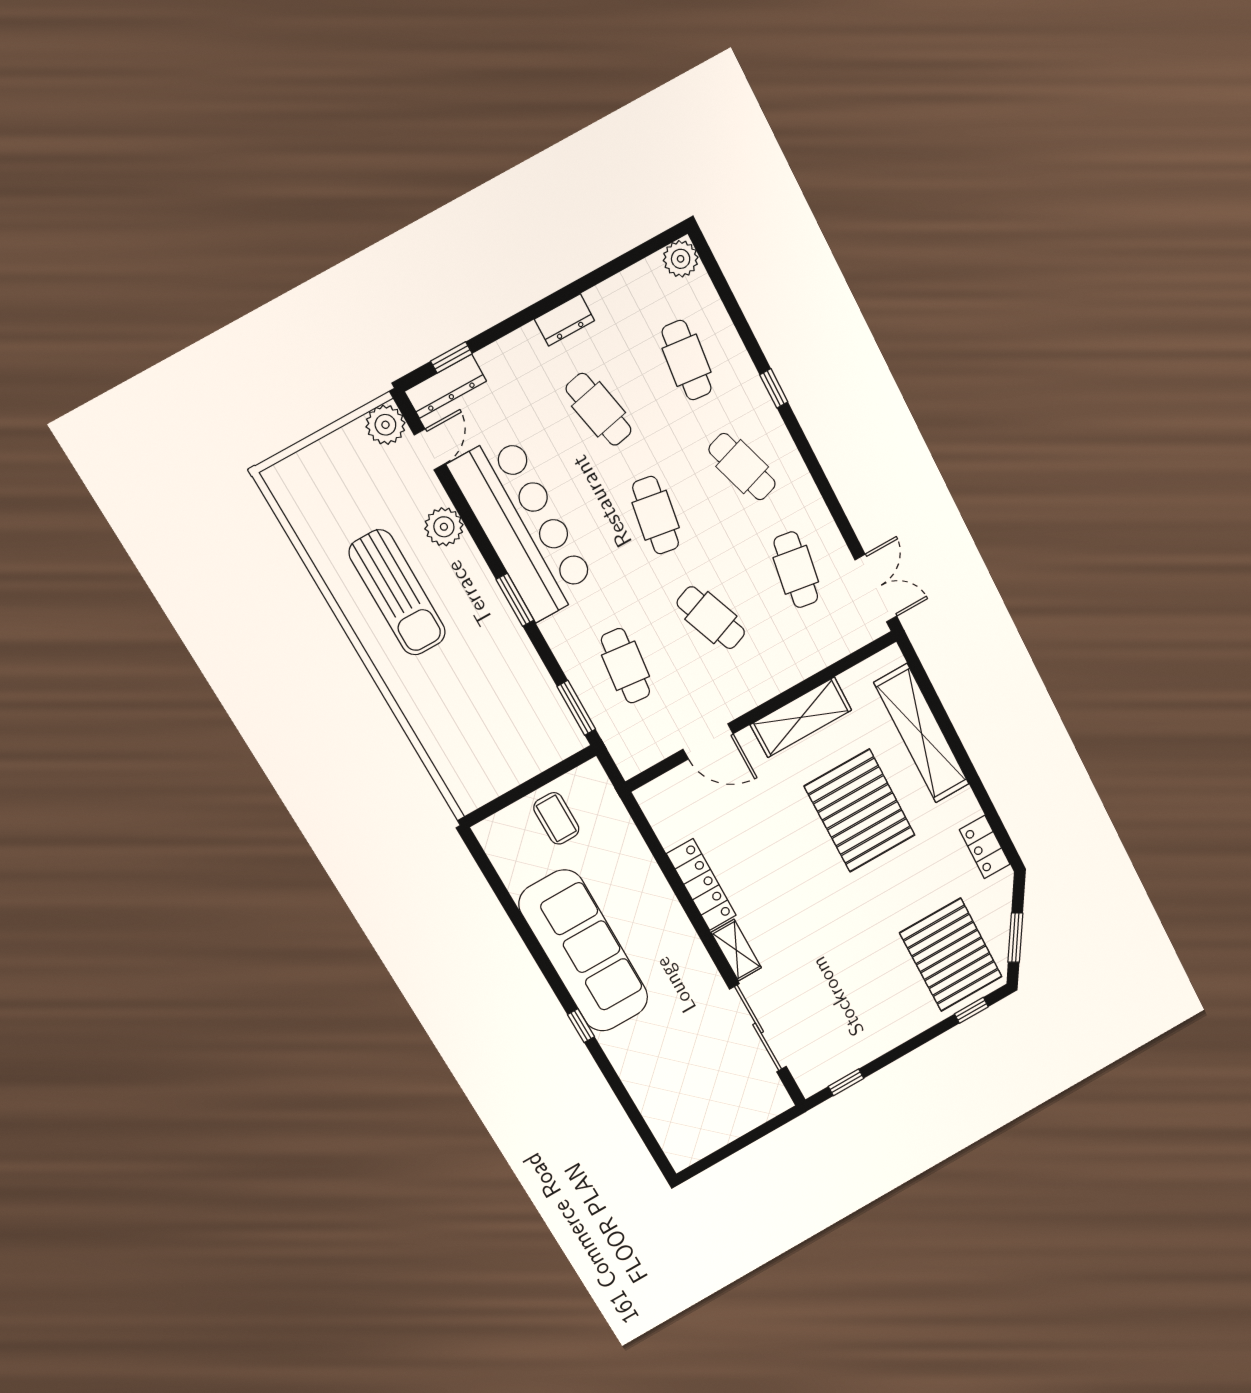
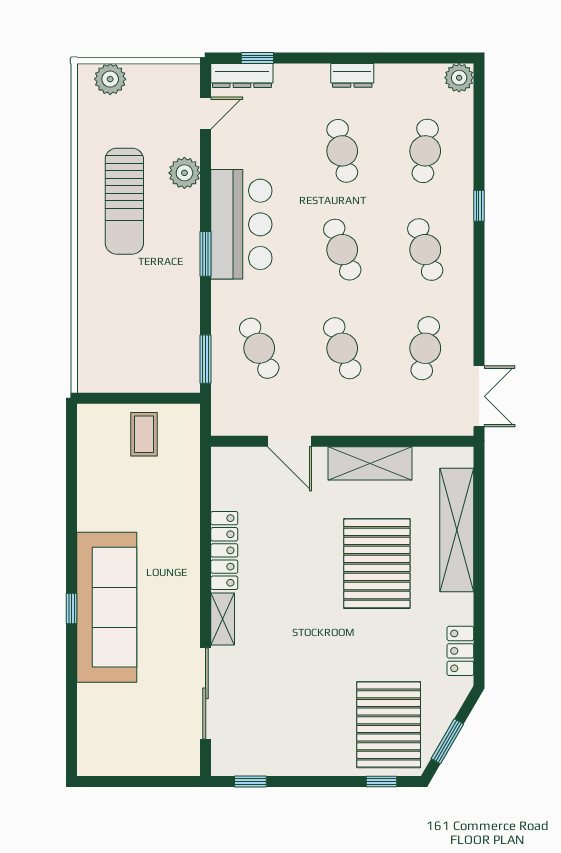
plant: (385, 425) -> (110, 79), moved
cafe table: (656, 515) -> (342, 250), turned -30
bar counter: (523, 527) -> (241, 224), width x0.73
cafe table: (626, 666) -> (259, 348), turned -30
sofa: (584, 951) -> (107, 607), moved

